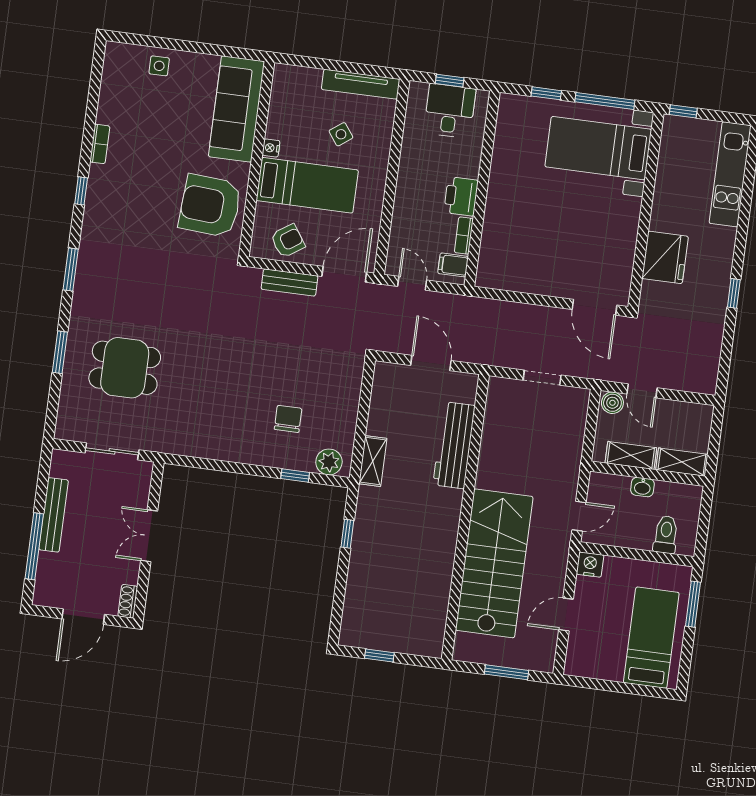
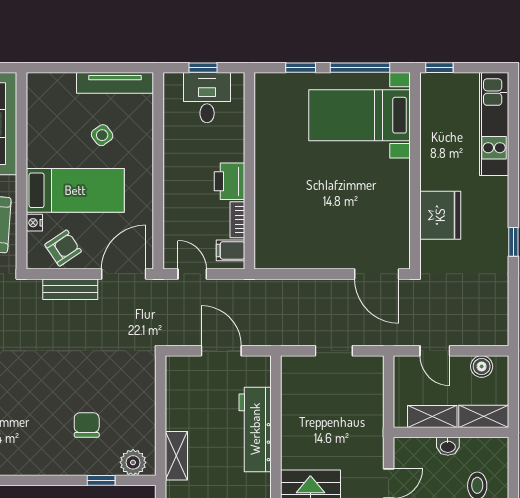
nightstand: (271, 148) -> (34, 223), moved
boiler: (612, 403) -> (482, 366), moved

